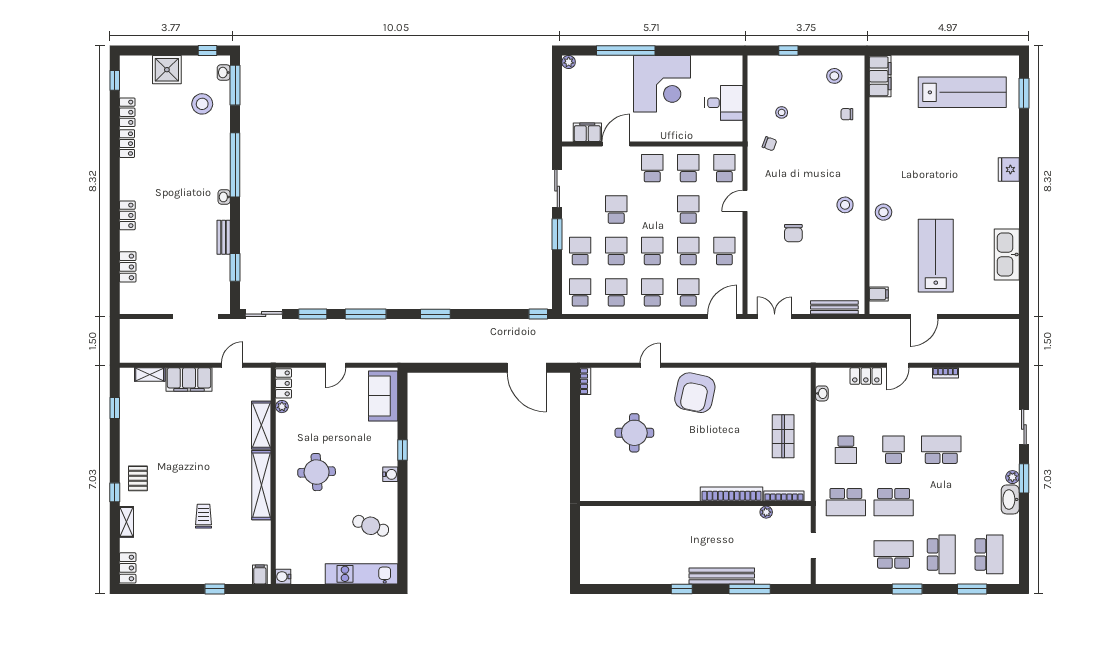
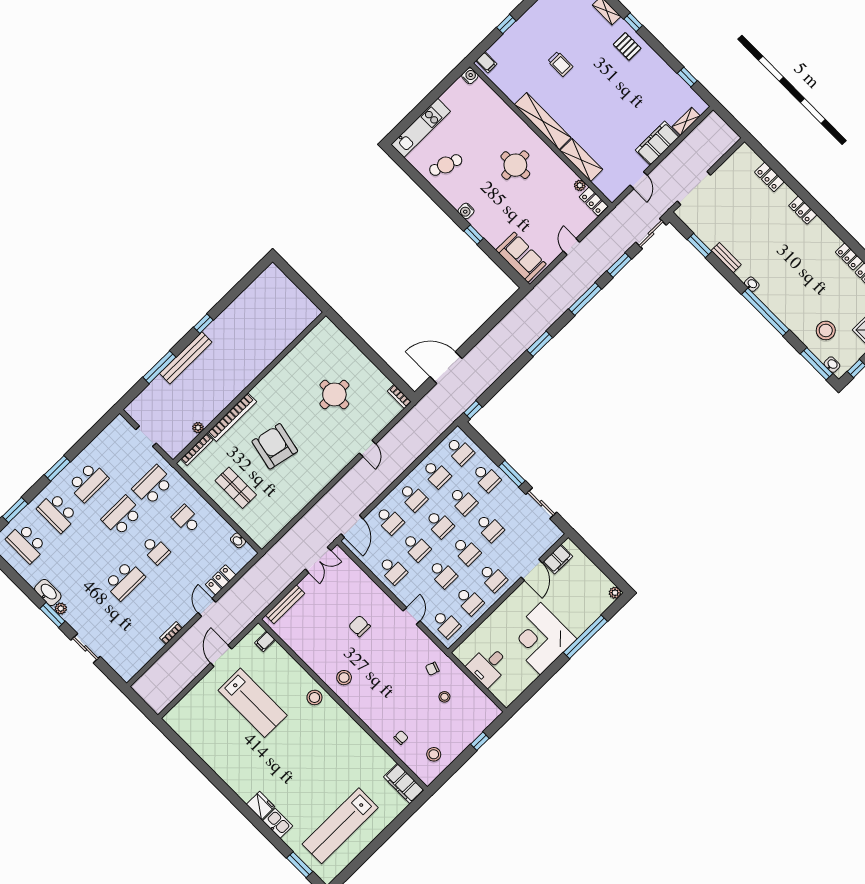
school desk: (652, 210) -> (466, 551), added
kitchen sink: (1007, 254) -> (278, 823), moved, width x0.53, depth x0.81
armchair: (695, 393) -> (275, 446), moved

